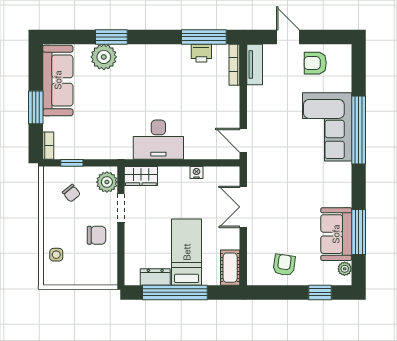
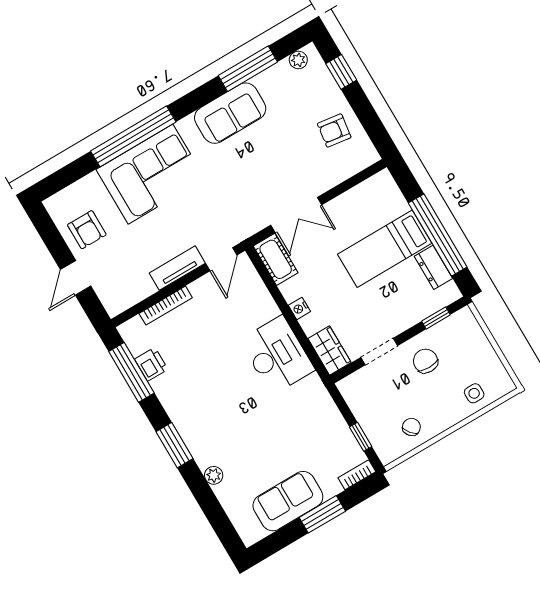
window: (111, 37) -> (175, 445), moved
plant: (104, 57) -> (214, 475), width x0.53, depth x0.53
tv unit: (255, 64) -> (177, 268), moved
bookcase: (234, 65) -> (166, 306), moved
sofa: (58, 80) -> (288, 501), width x0.73
nightstand: (196, 173) -> (299, 308), moved
plant: (107, 182) -> (359, 385), removed
chair: (71, 193) -> (411, 427), moved
sofa: (336, 234) -> (230, 113), moved
window: (121, 259) -> (436, 318), added
cot: (230, 268) -> (276, 259), moved, turned 90

